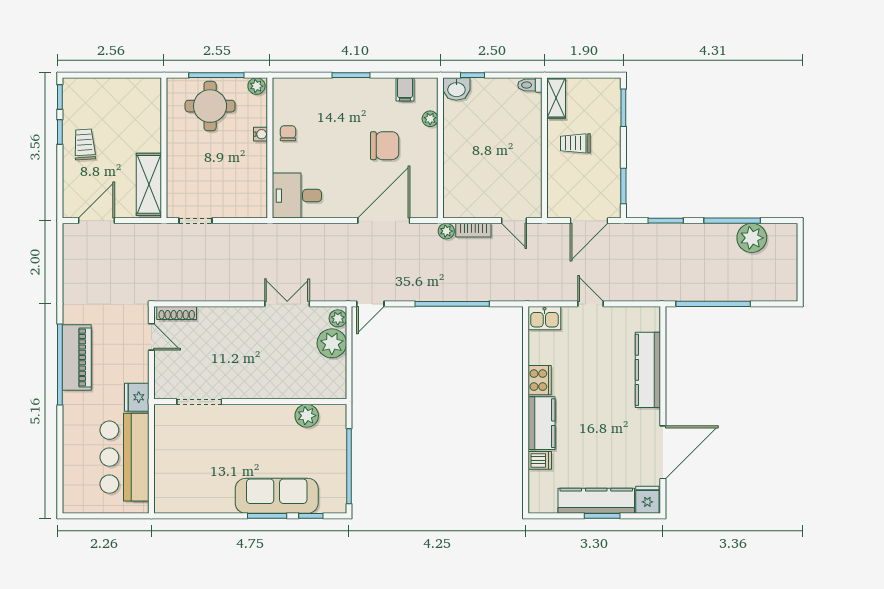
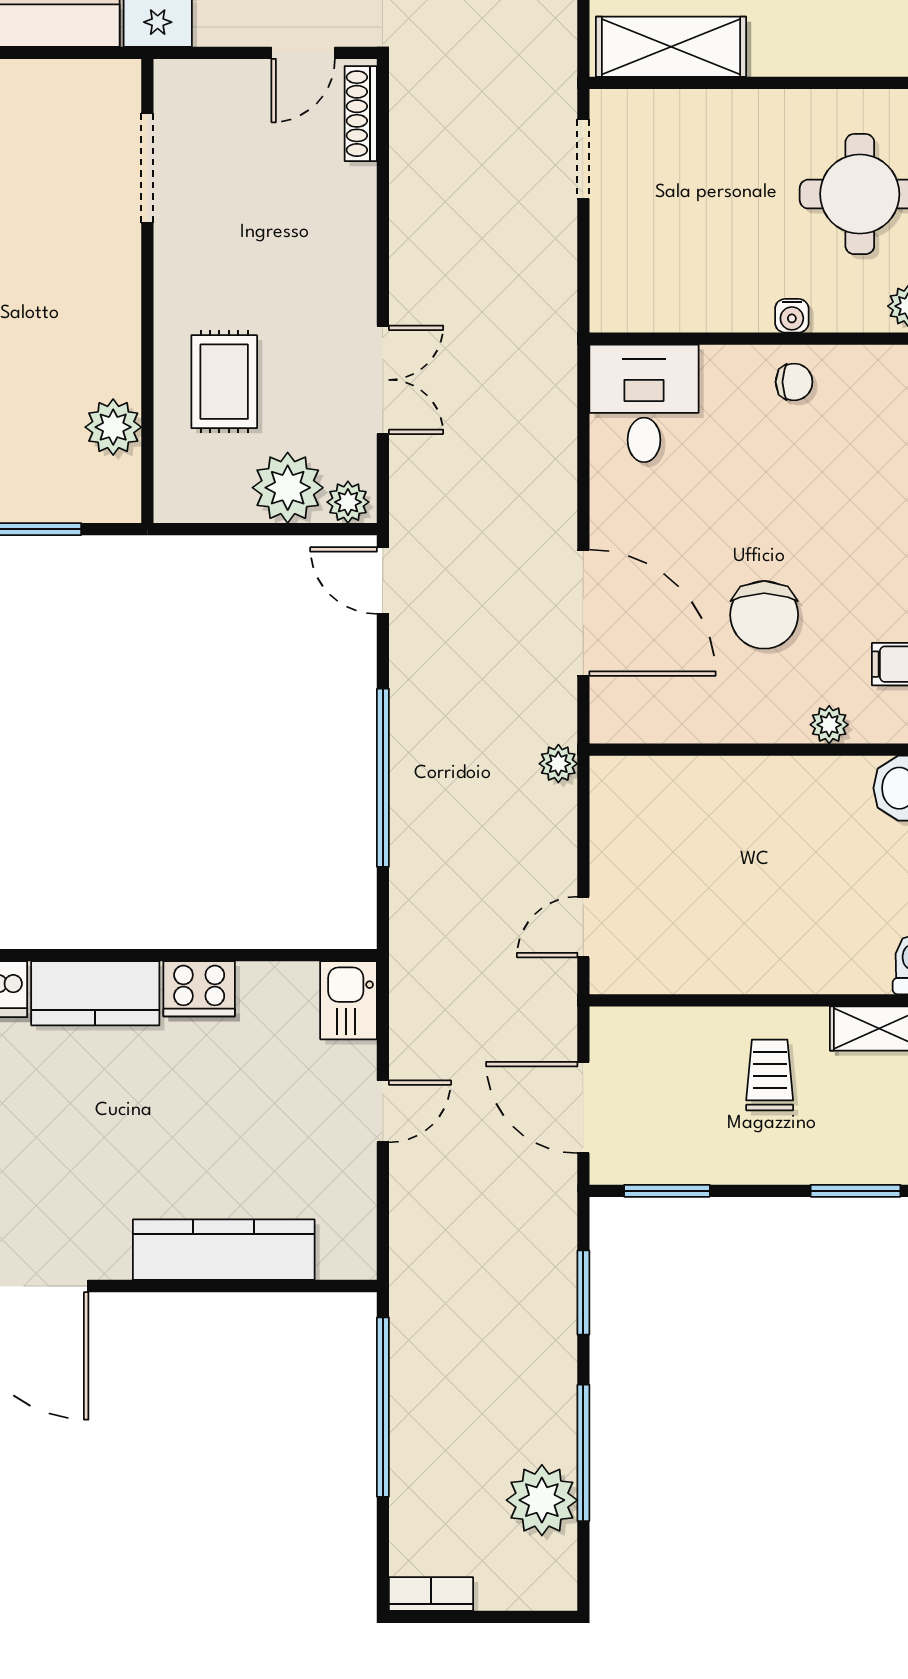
bookcase: (473, 230) -> (431, 1594), moved, turned 90
rug: (288, 370) -> (224, 382), added

